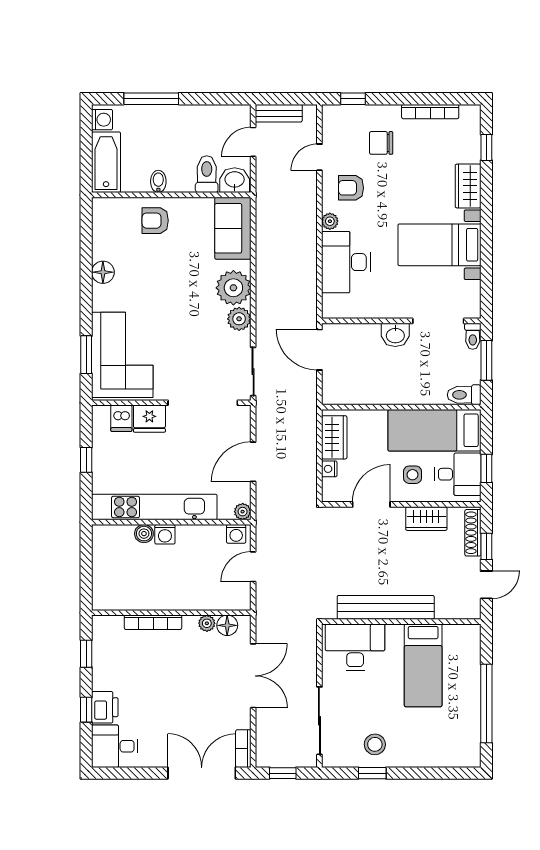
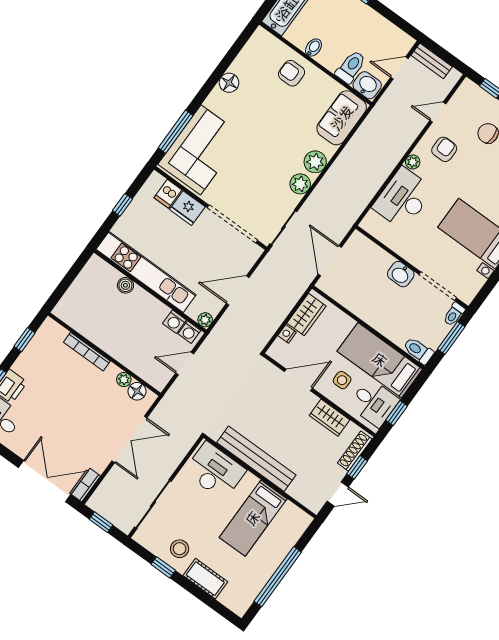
armchair: (351, 188) -> (444, 149), turned 90
plant: (233, 288) -> (315, 162), width x0.73, depth x0.73
door: (319, 350) -> (330, 261), moved
window: (86, 355) -> (176, 132), width x1.44
washing machine: (165, 534) -> (174, 322), moved
cot: (420, 755) -> (205, 579), added

